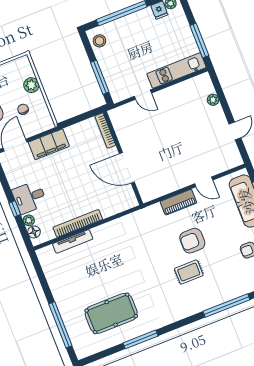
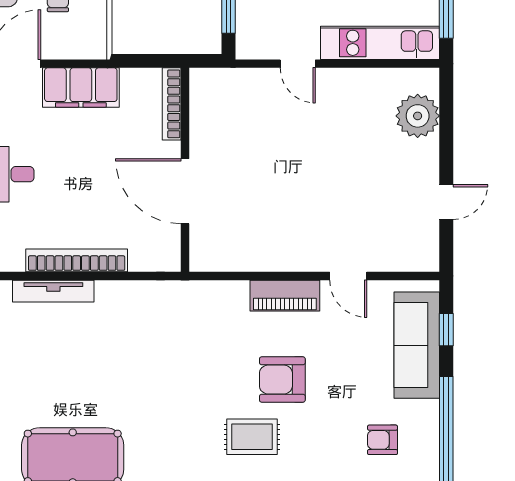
plant: (213, 100) -> (418, 116), width x1.88, depth x1.88
bookcase: (105, 131) -> (172, 104), moved
wall: (123, 158) -> (185, 170), moved
door: (127, 168) -> (185, 191), moved

